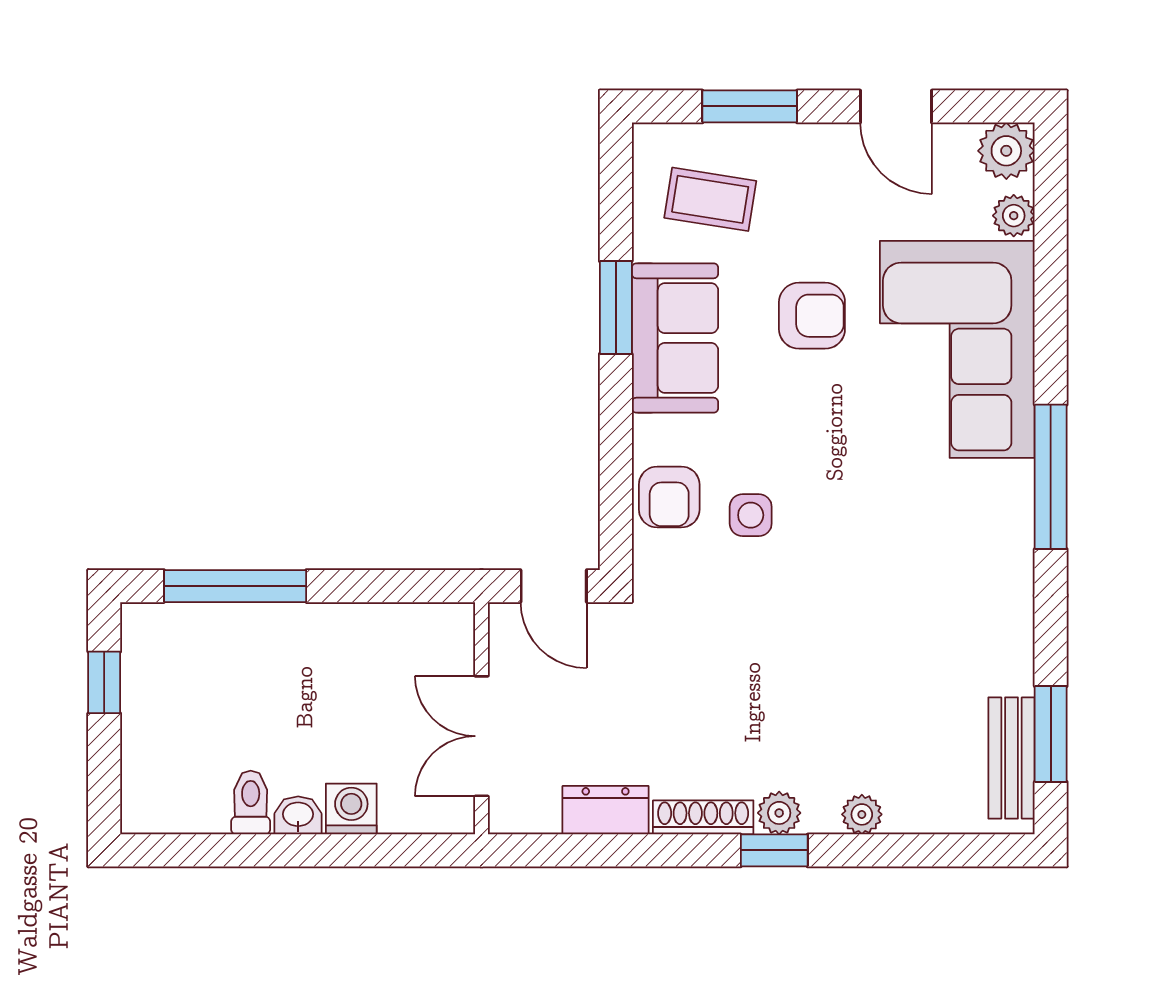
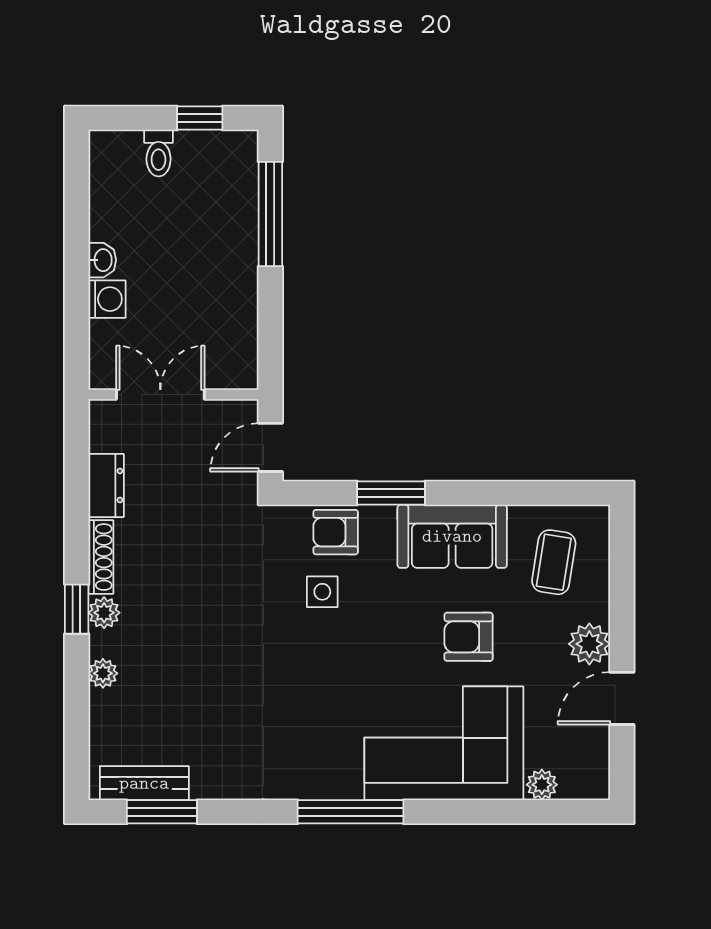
window: (750, 106) -> (622, 591), removed
plant: (1006, 151) -> (589, 644), moved
window: (616, 307) -> (391, 493), moved
armchair: (812, 316) -> (469, 637), turned 90
toilet: (251, 803) -> (159, 153), moved, turned 90

